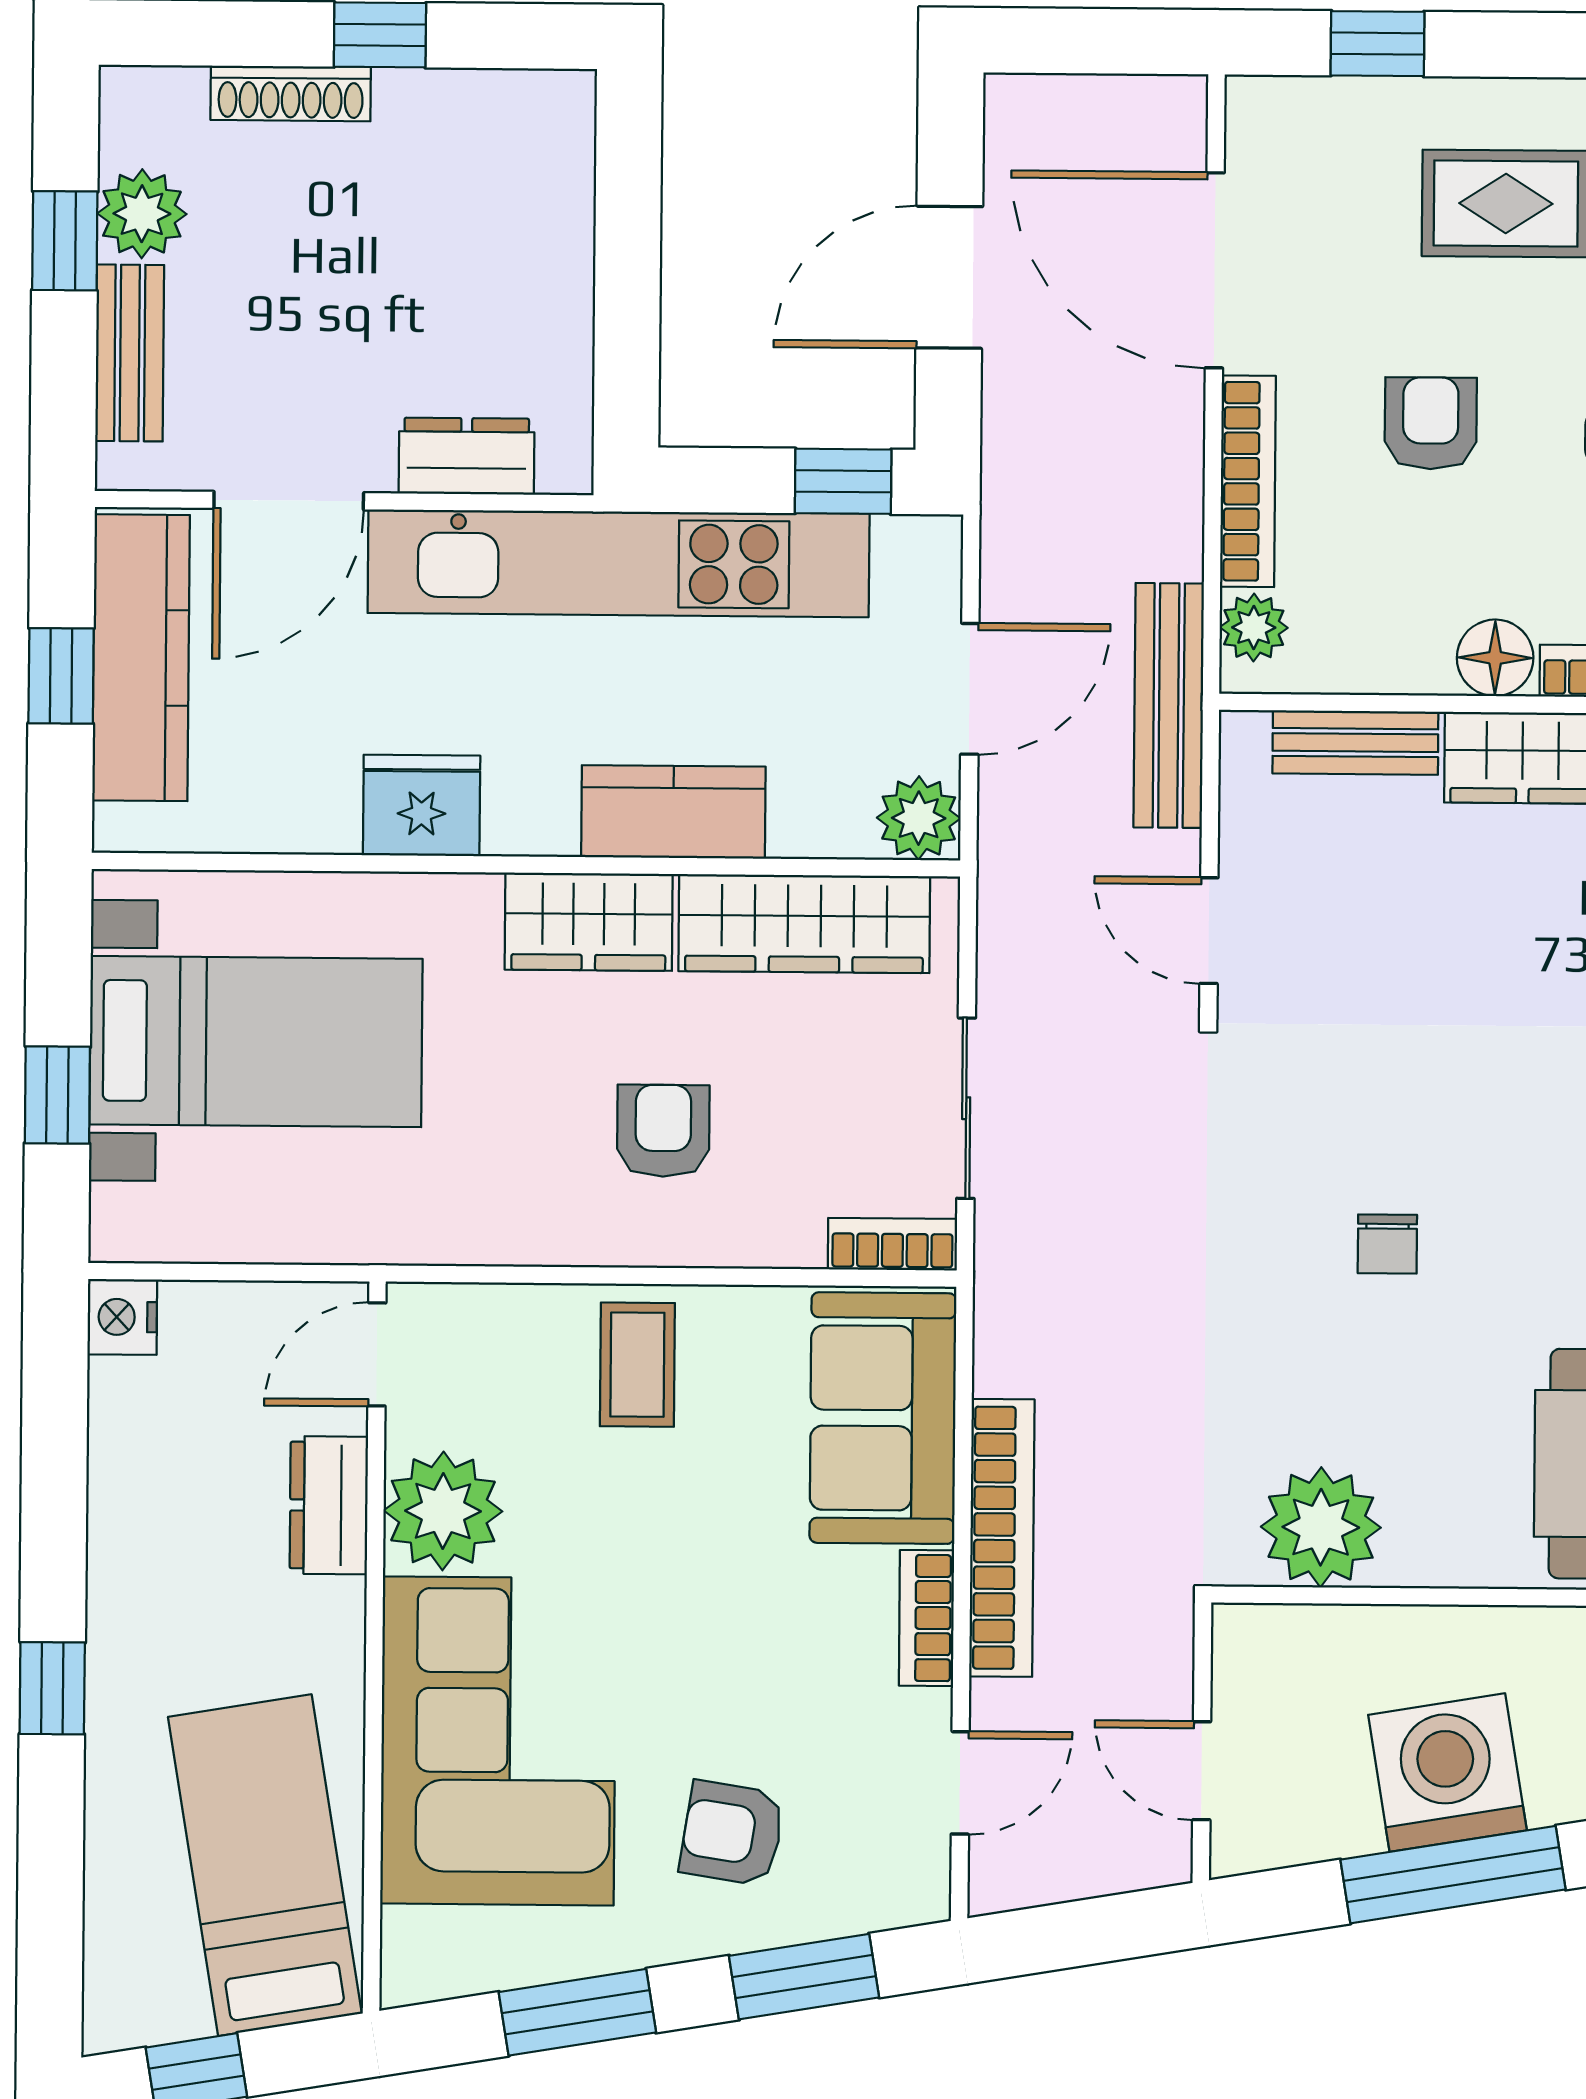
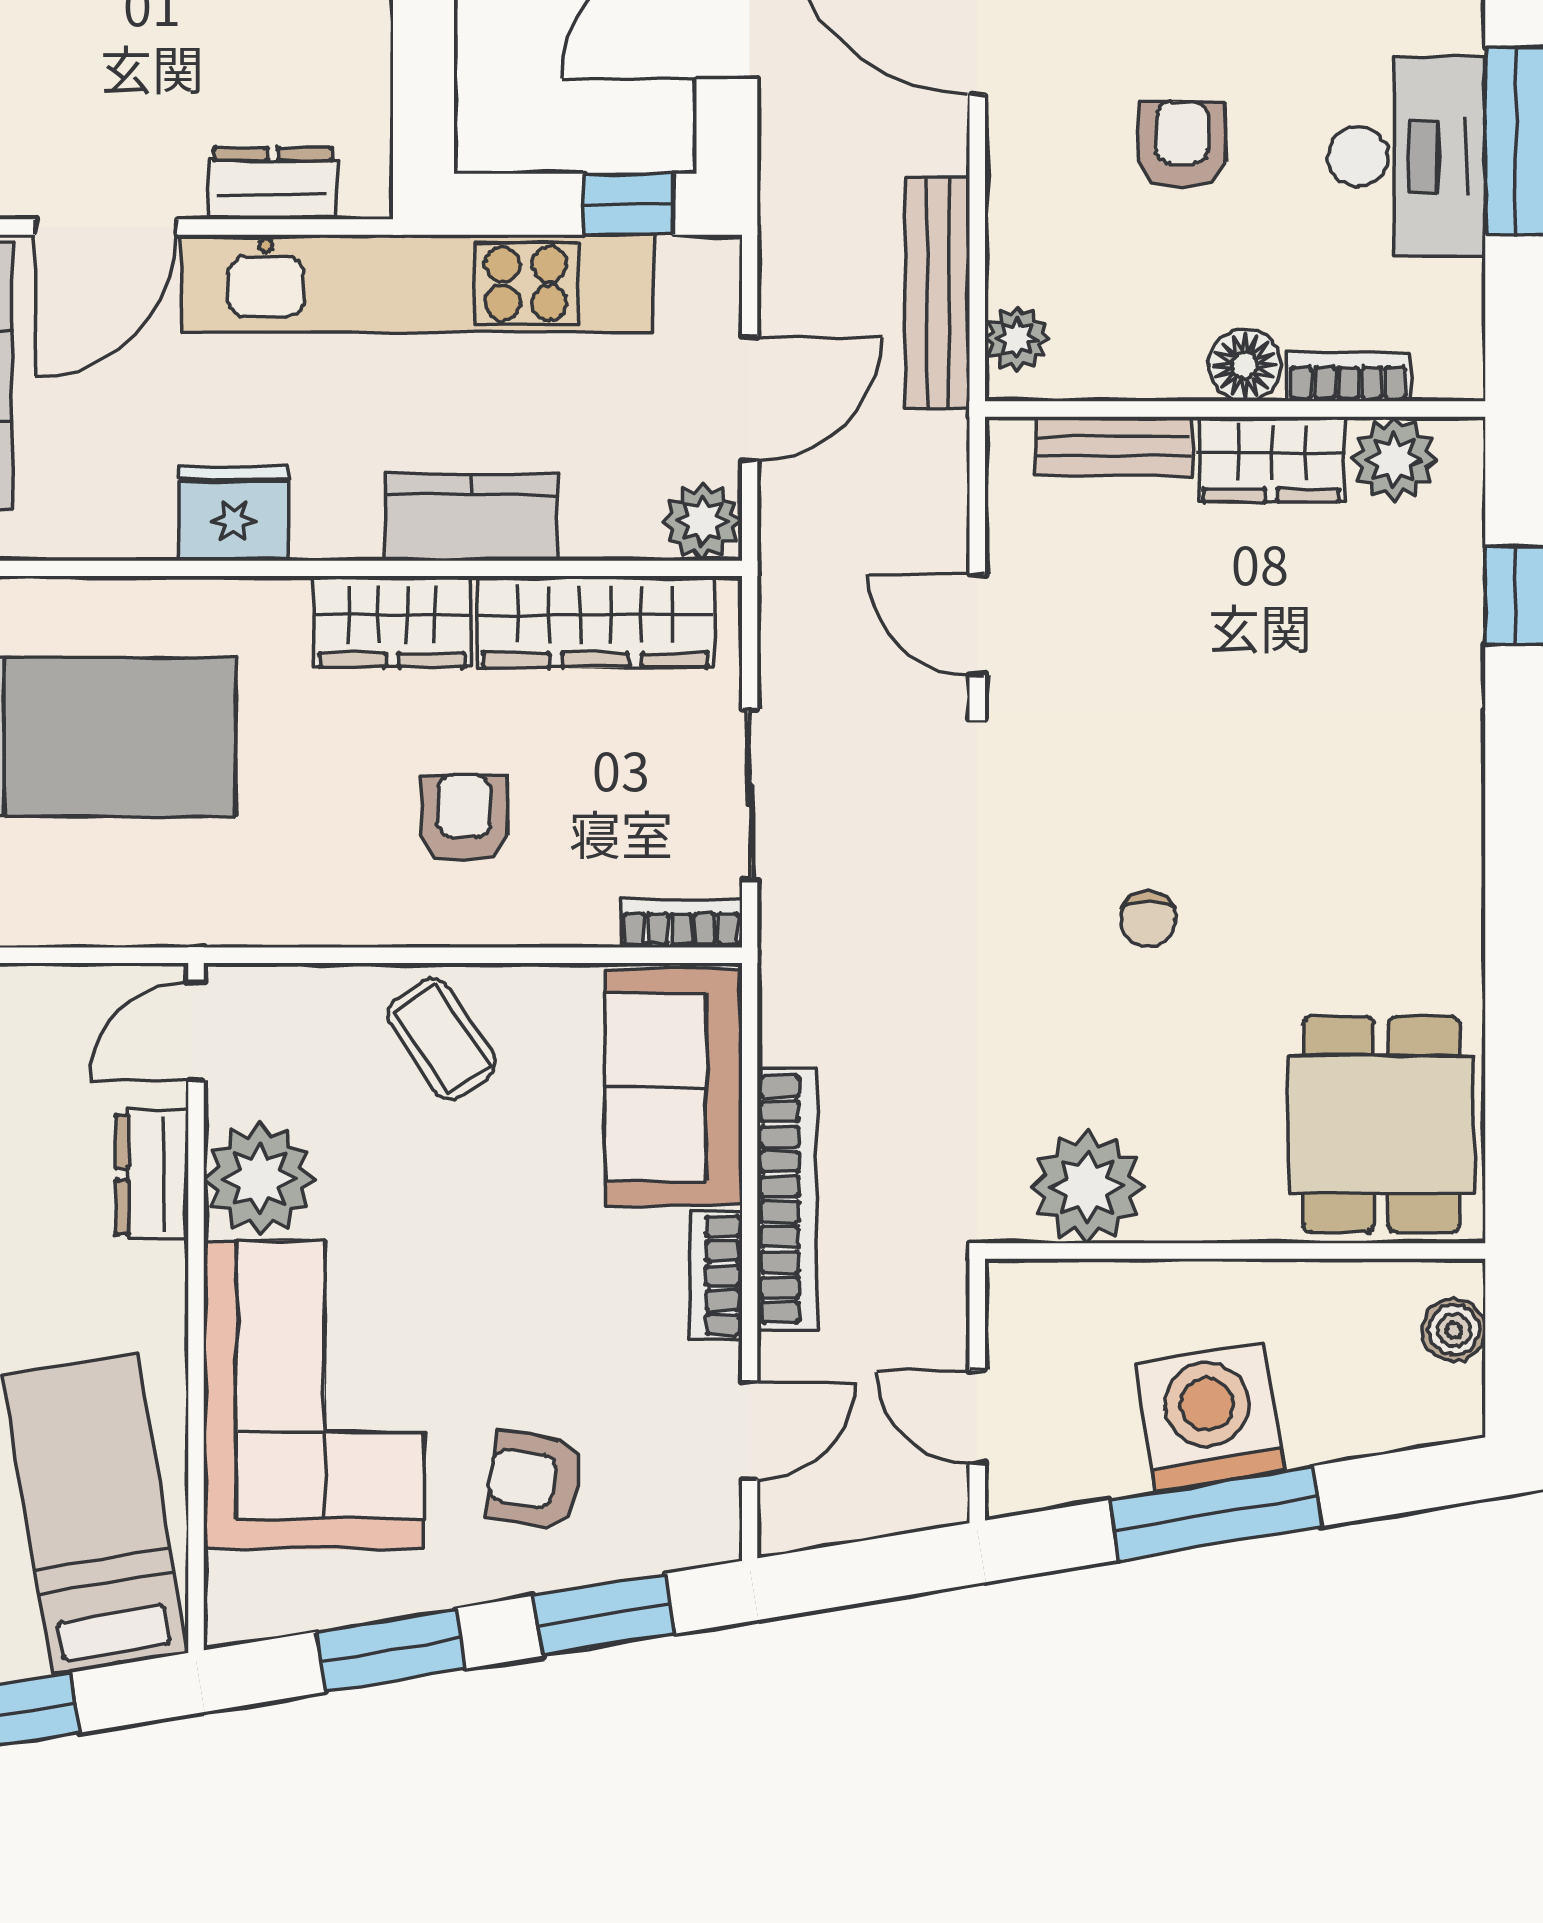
bookcase: (1248, 481) -> (1010, 201), removed
bench: (1169, 705) -> (937, 293), moved
coffee table: (637, 1365) -> (442, 1039), turned -34

